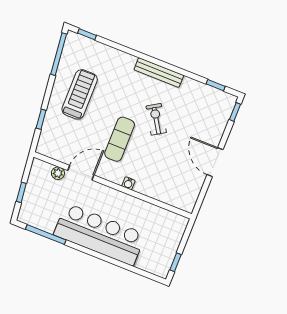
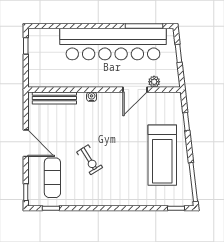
bench: (159, 73) -> (54, 98), moved
treadmill: (80, 94) -> (162, 155), width x1.37, depth x1.37
exercise mat: (120, 139) -> (52, 178), moved
bar counter: (100, 234) -> (113, 44), width x1.36

